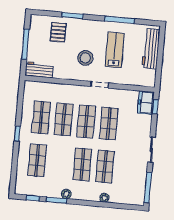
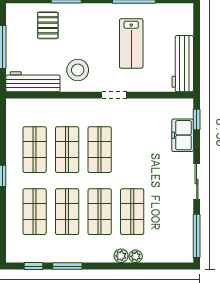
workbench: (151, 49) -> (183, 64), moved
lab bench: (115, 50) -> (131, 43), turned 180
stool: (85, 58) -> (78, 70), moved
workbench: (39, 70) -> (33, 82), width x1.38
freezer: (146, 103) -> (183, 135), moved
shop shelf: (109, 124) -> (67, 212), moved
plant: (66, 194) -> (121, 256), moved

